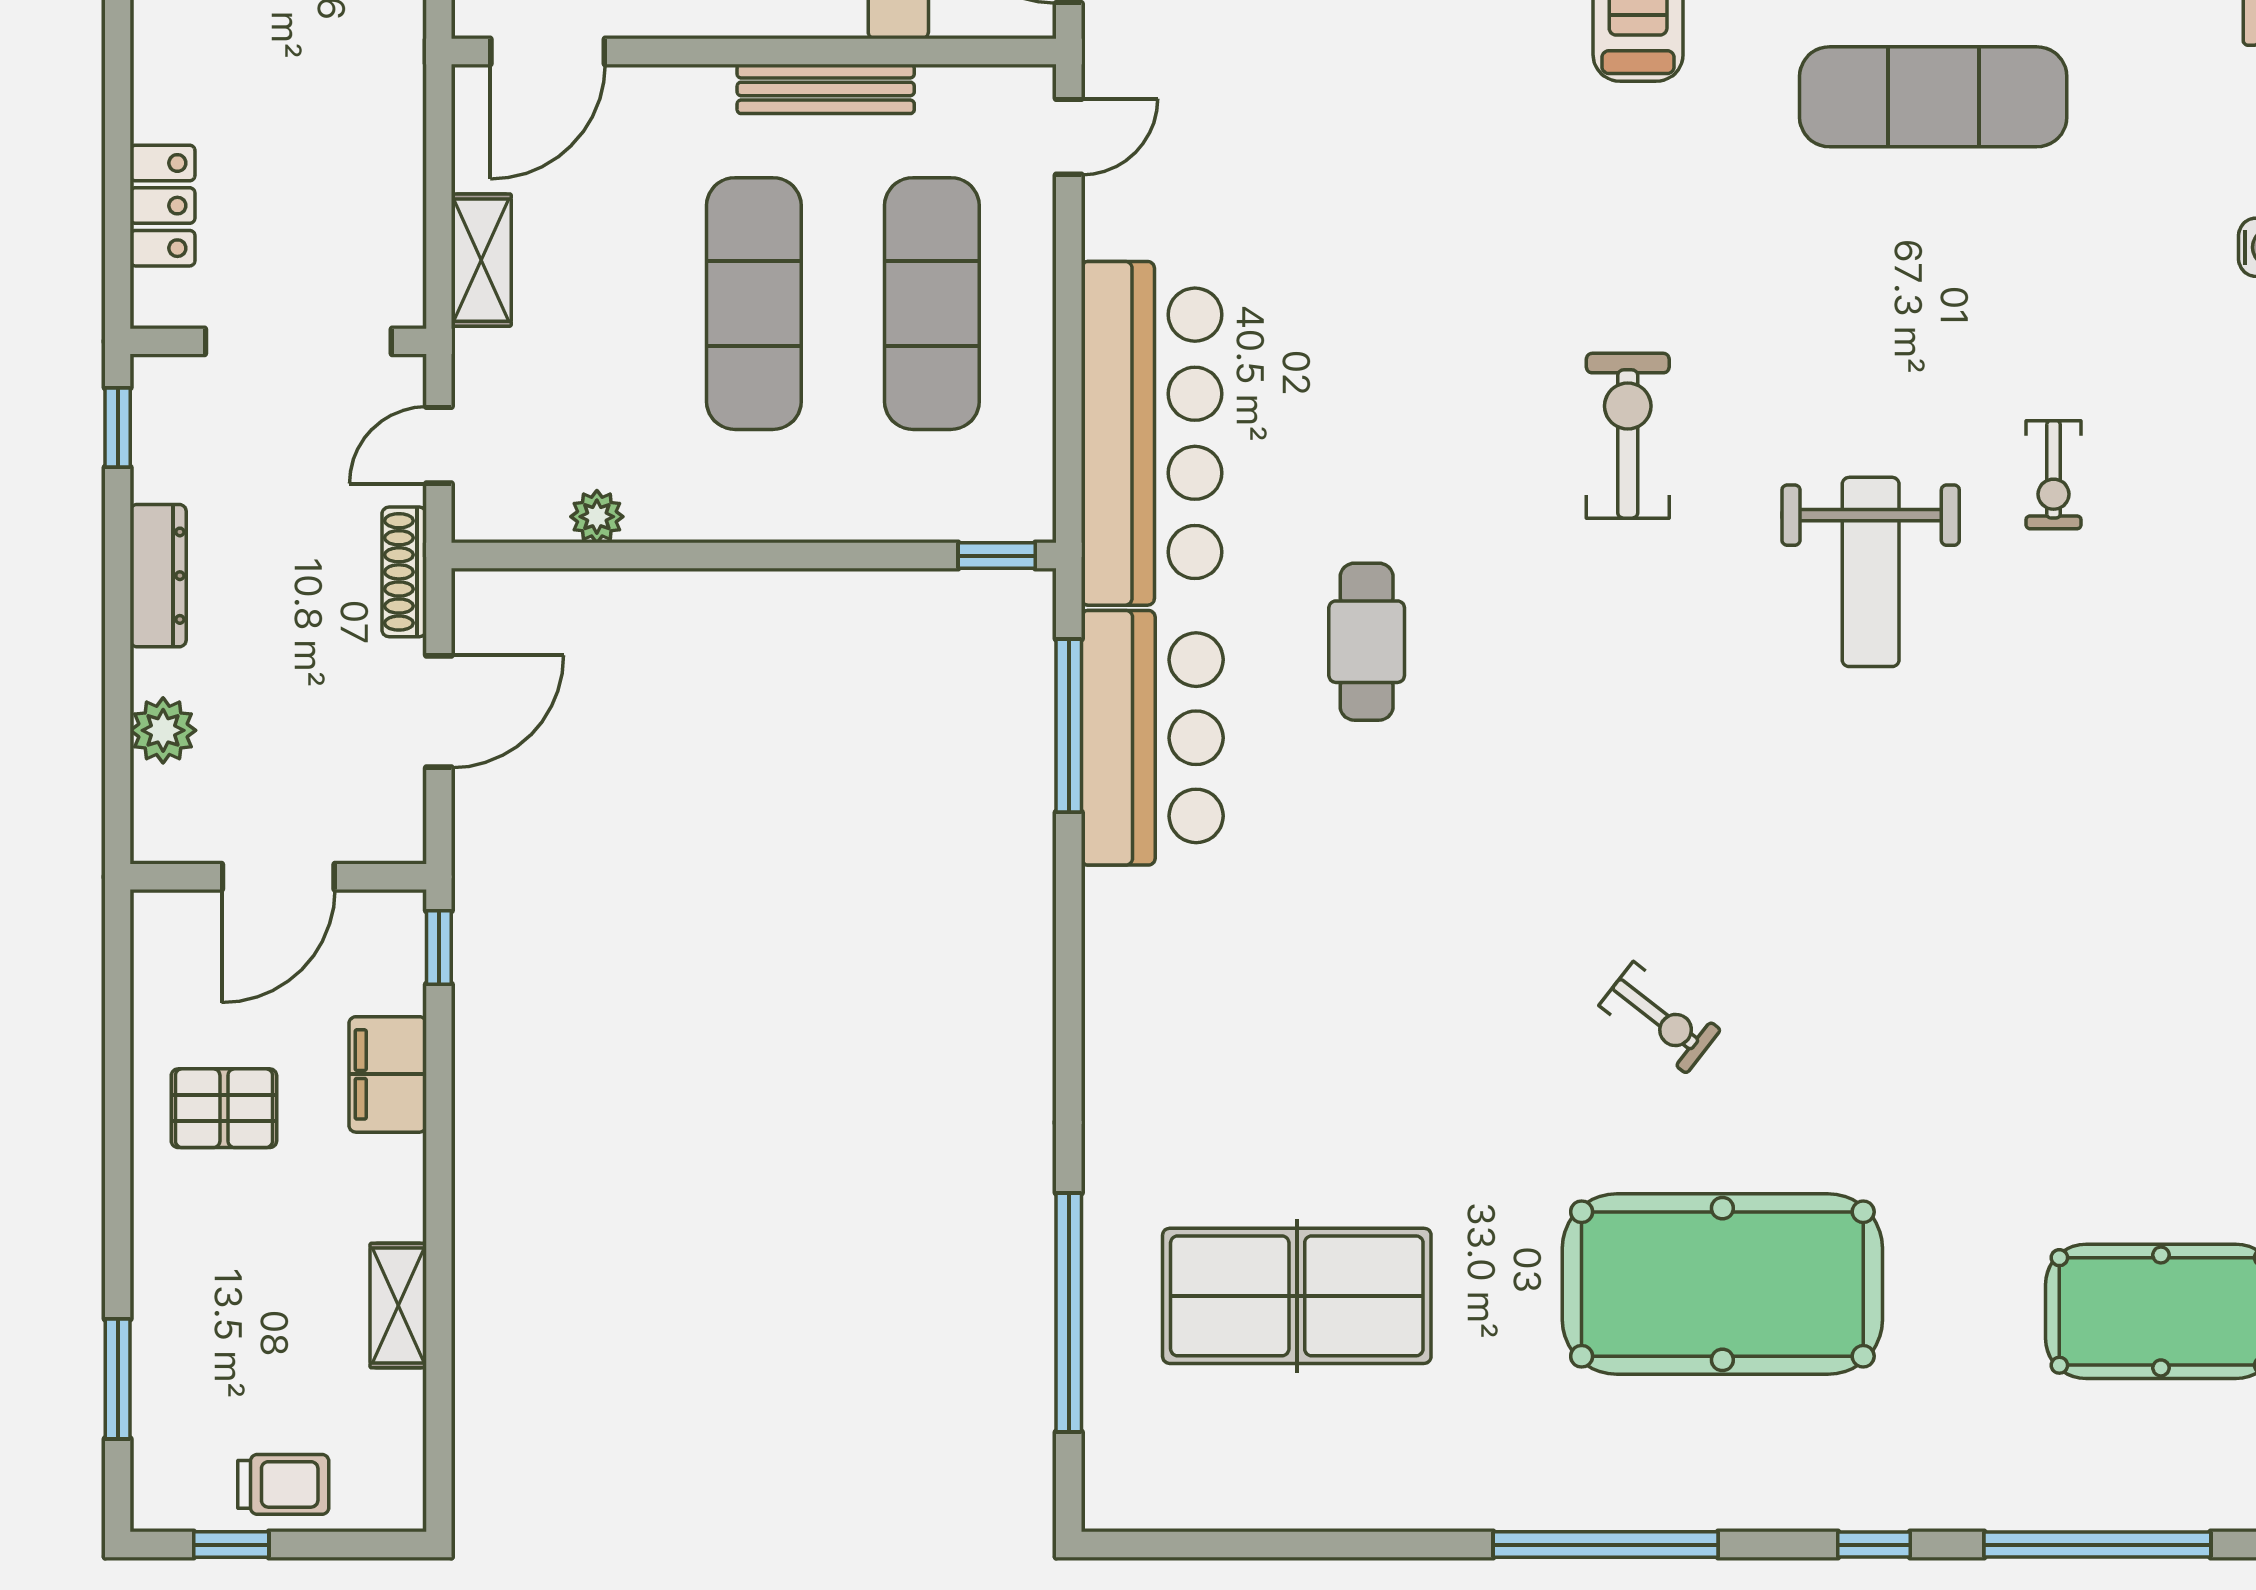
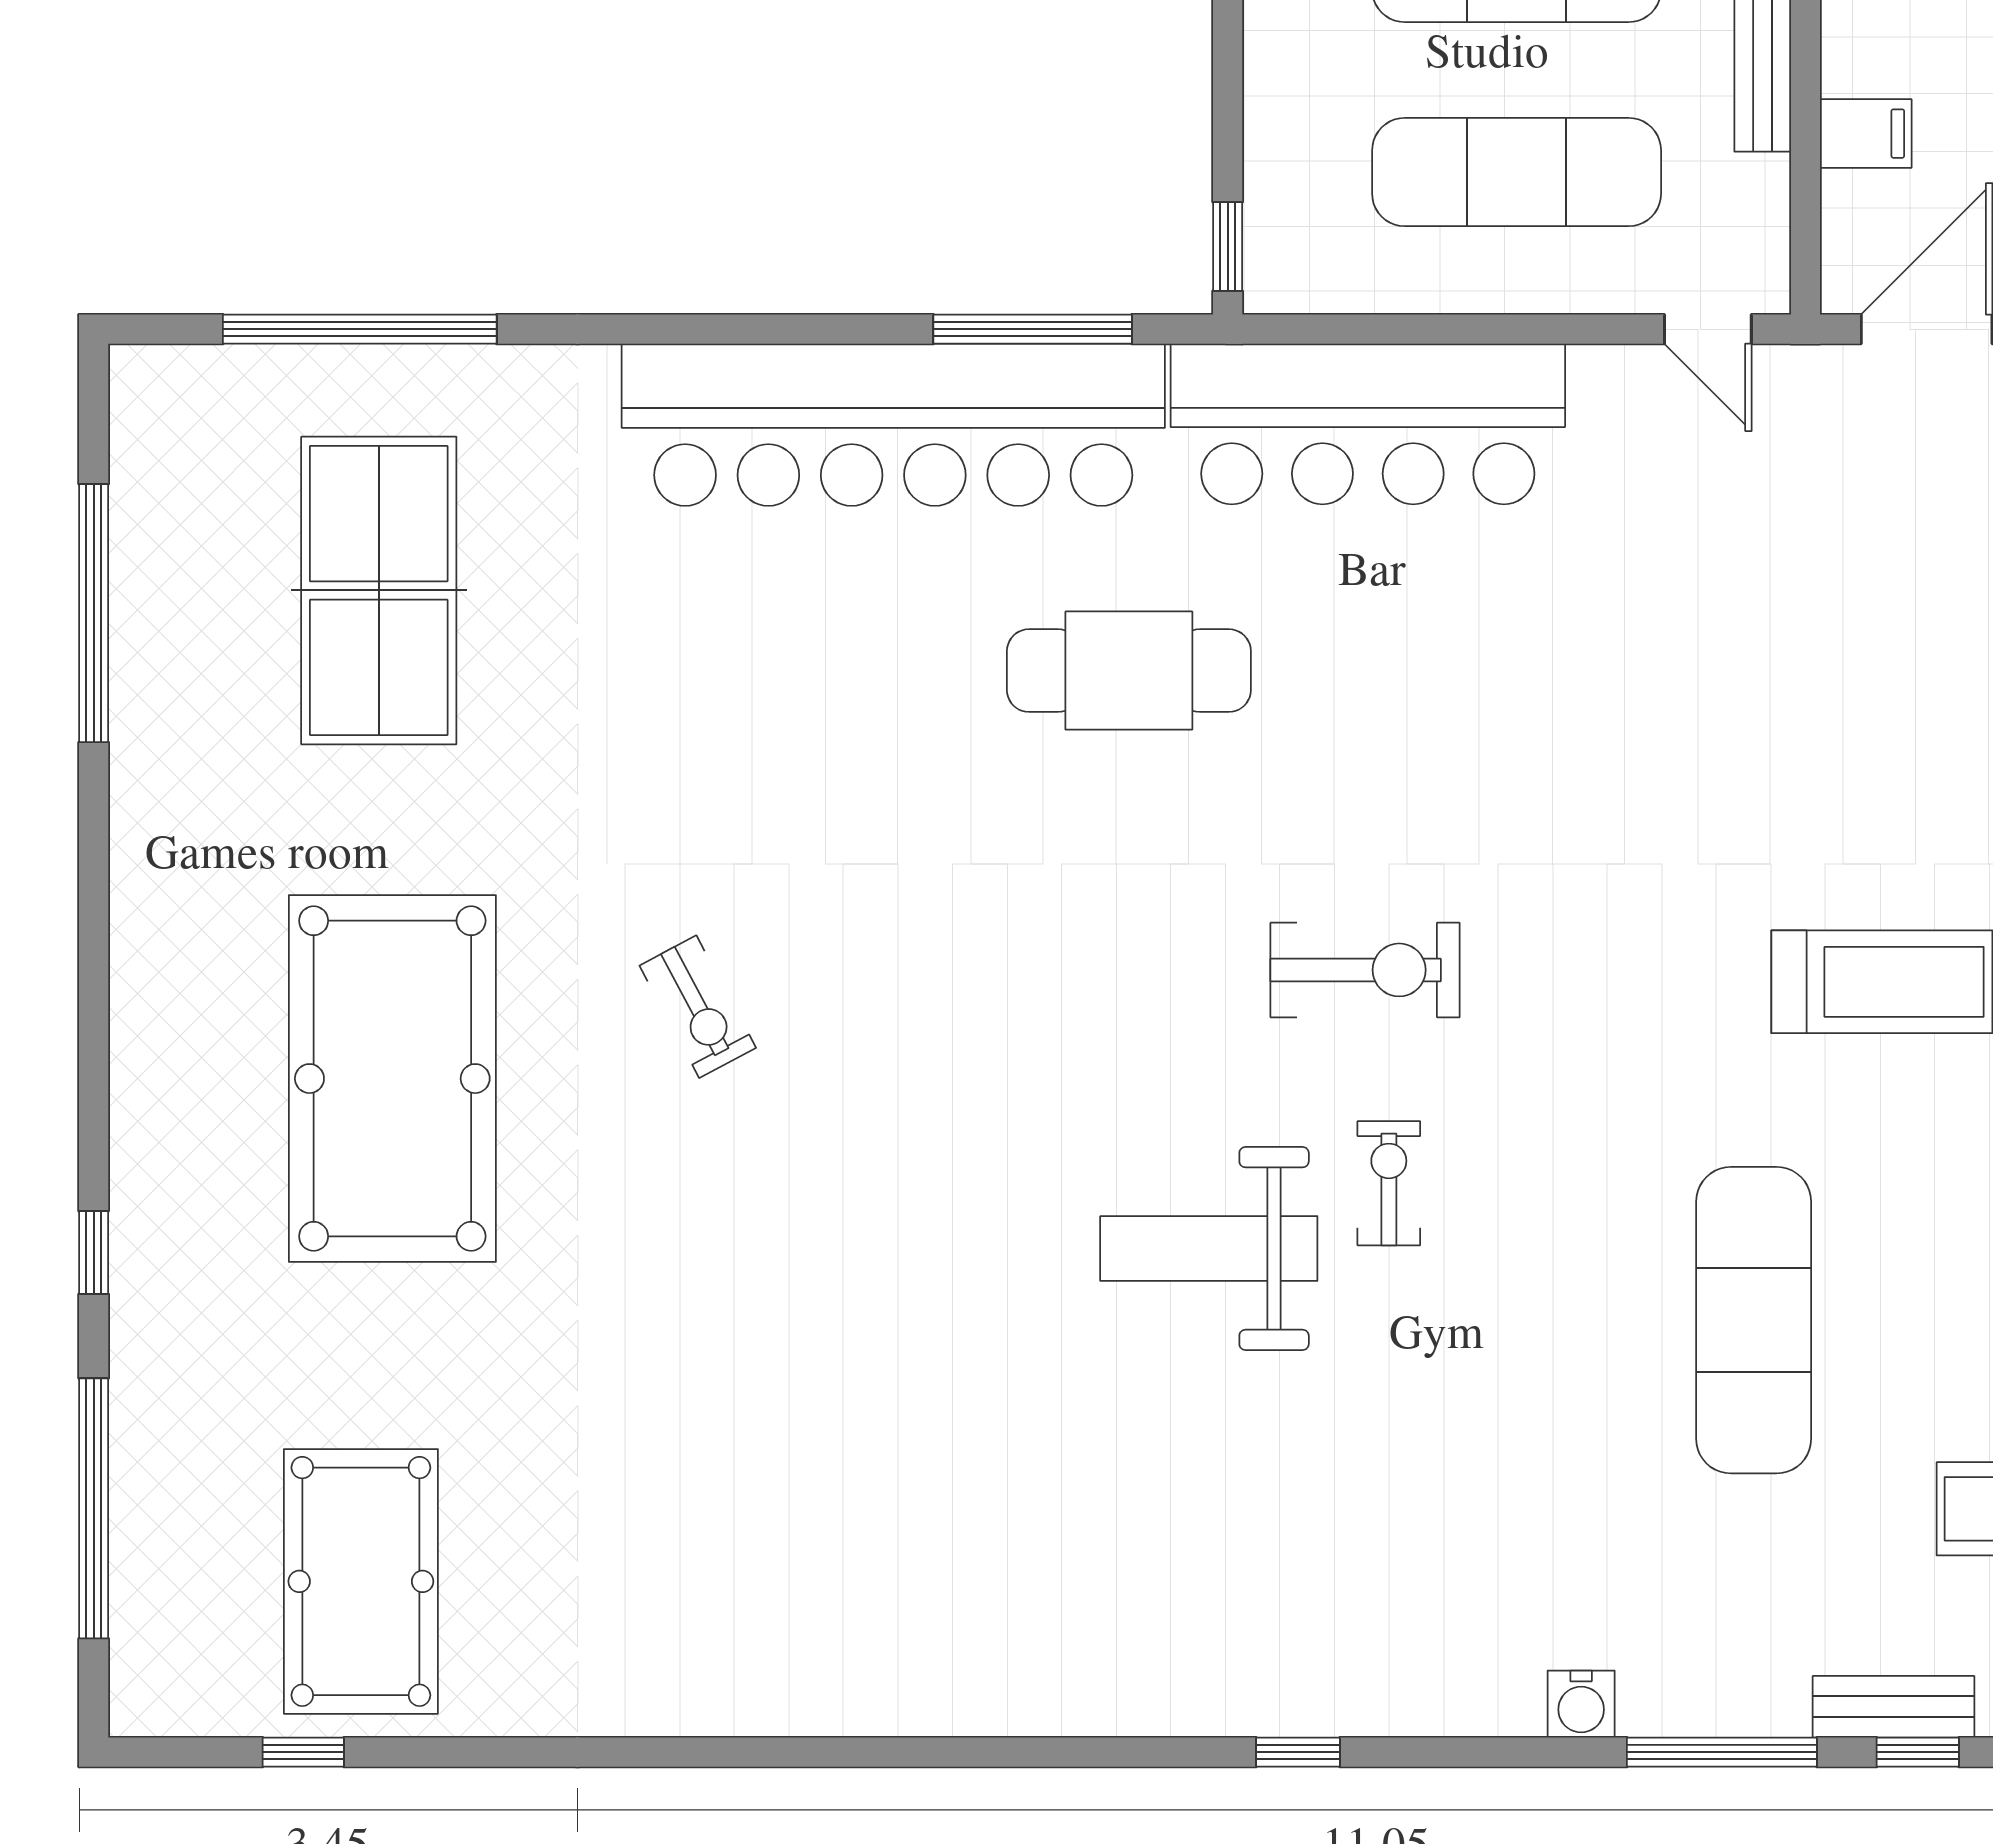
exercise bike: (2054, 475) -> (1389, 1183), moved, turned 90
cafe table: (1367, 642) -> (1129, 671), width x1.37, depth x1.35
bar counter: (1152, 738) -> (893, 425), width x1.86
exercise bike: (1660, 1018) -> (698, 1007), turned -66
window: (1606, 1545) -> (94, 613), moved

